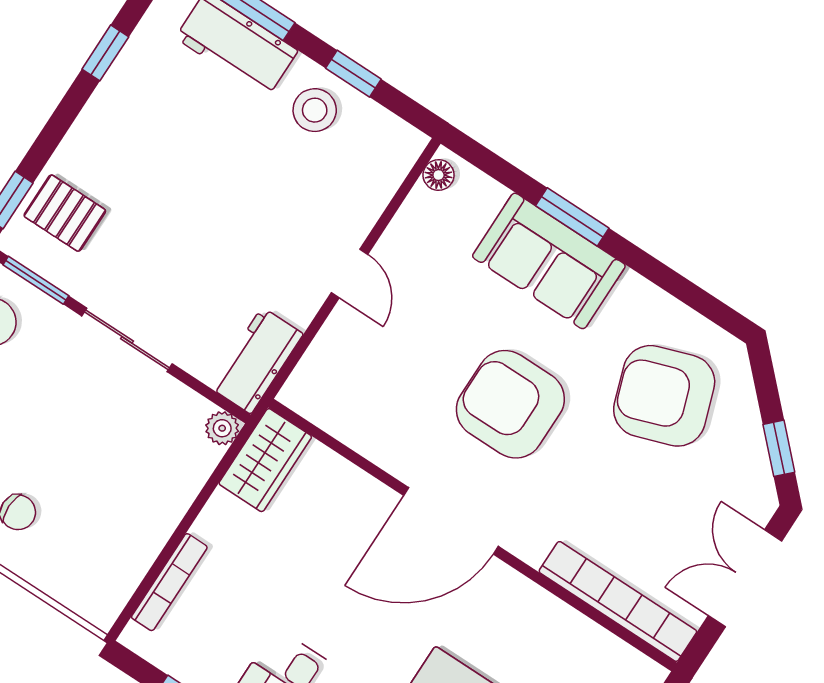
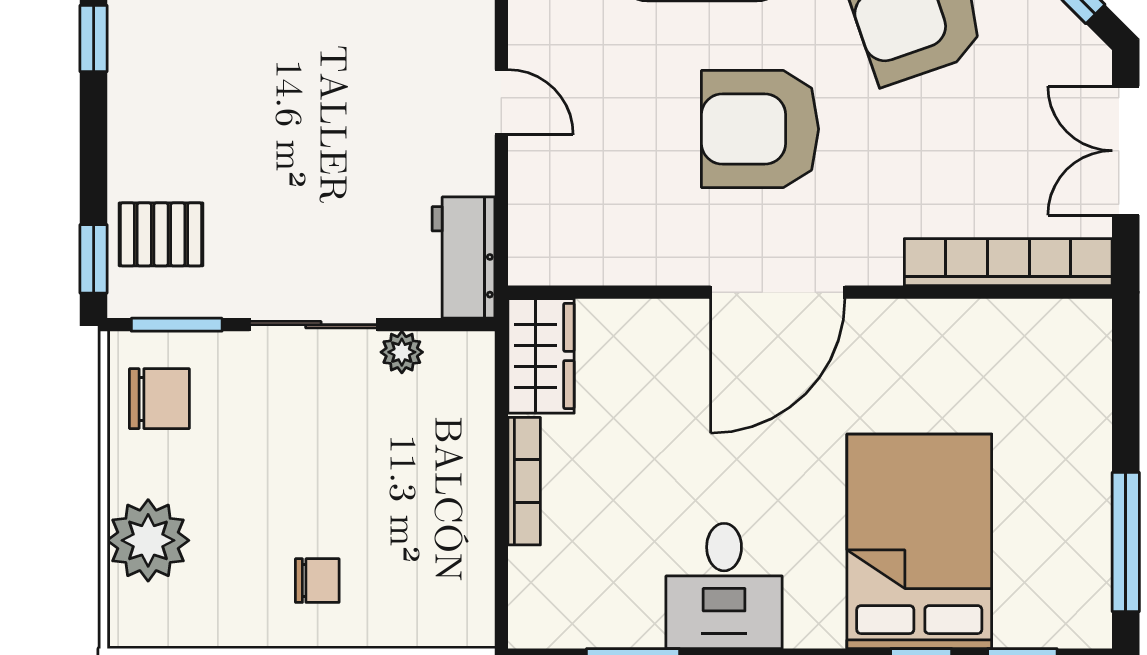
plant: (222, 428) -> (402, 352), moved
bookcase: (169, 582) -> (524, 481), moved

